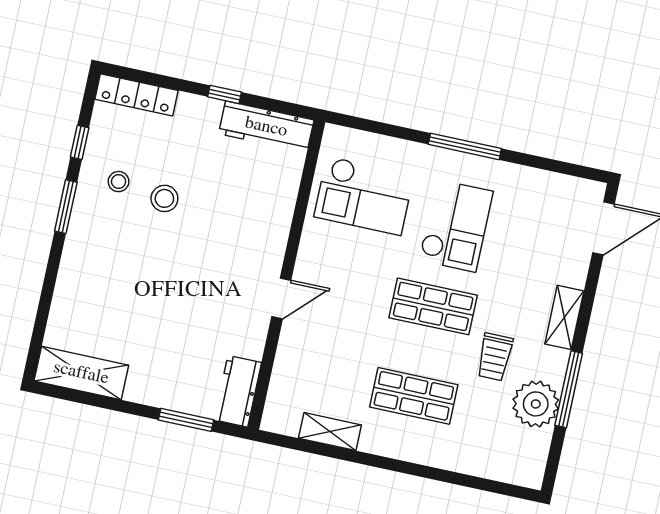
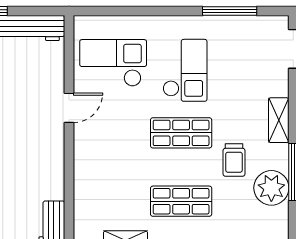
window: (465, 146) -> (230, 11), moved
checkout: (364, 196) -> (113, 63), turned 180
door: (281, 298) -> (69, 108), moved

